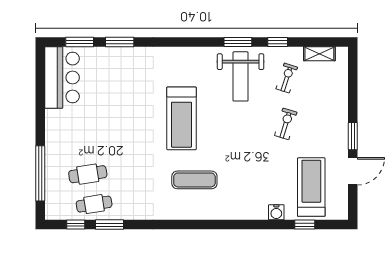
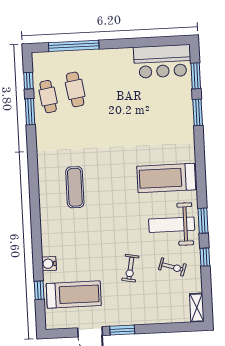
shelving: (319, 54) -> (197, 308), moved
treadmill: (182, 118) -> (166, 178), moved
exercise bike: (286, 124) -> (130, 268), turned 84

